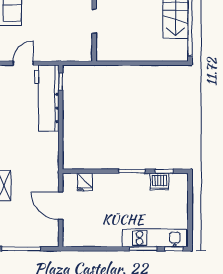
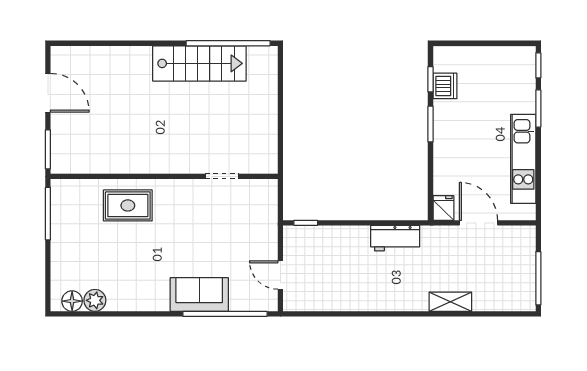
workbench: (47, 98) -> (395, 238), moved, width x0.53, depth x0.76
fridge: (85, 182) -> (443, 208), moved, turned -90
door: (61, 206) -> (479, 223), swing flipped
kitchen unit: (154, 238) -> (523, 159), moved

